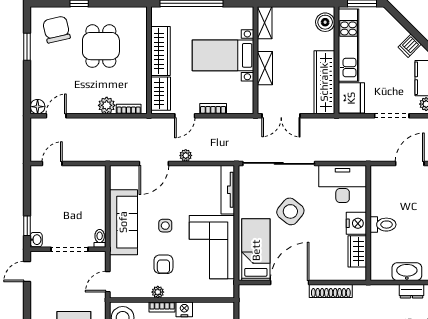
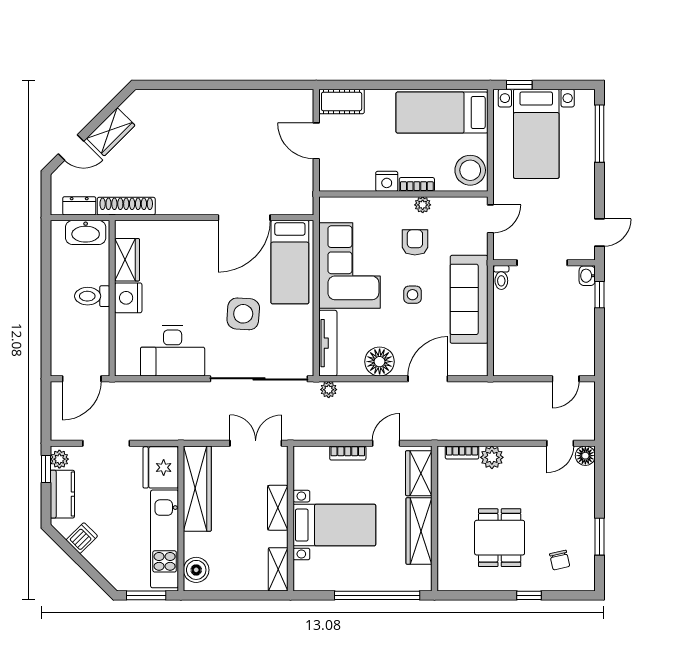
chair: (56, 29) -> (560, 560), width x0.54, depth x0.54
plant: (186, 155) -> (329, 390), moved
floor lamp: (190, 176) -> (380, 362), added
side table: (290, 211) -> (243, 314), turned -35
nightstand: (356, 223) -> (128, 298), moved
wall: (368, 223) -> (112, 298), moved
toilet: (383, 225) -> (92, 296), moved
wardrobe: (357, 251) -> (127, 260), moved
shoe rack: (331, 291) -> (126, 206), moved

